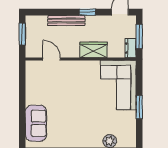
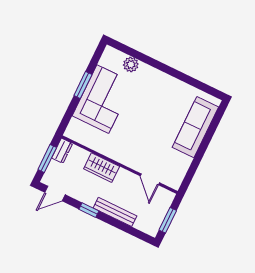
corner sofa: (118, 85) -> (103, 99), moved
sofa: (36, 123) -> (195, 127), width x1.36

